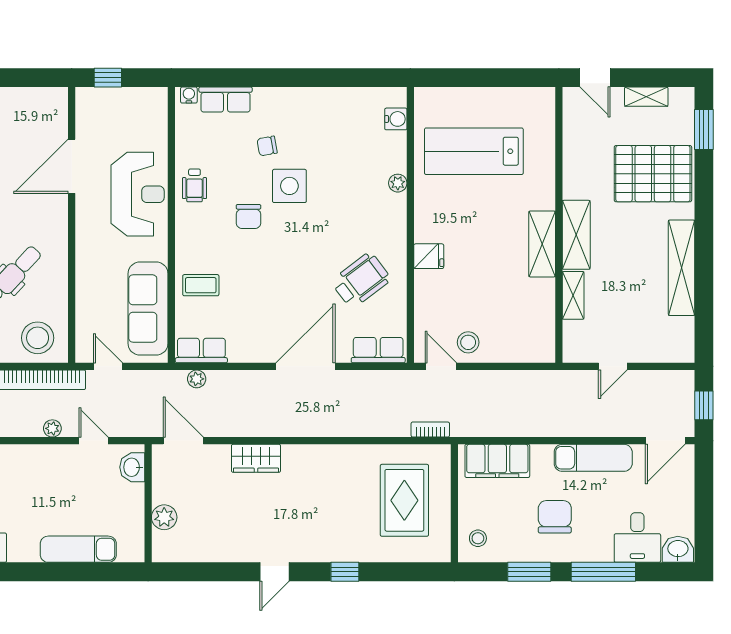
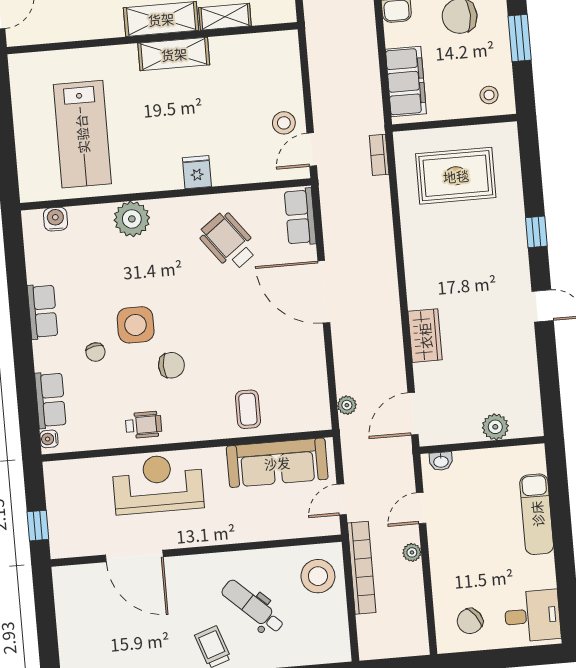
plant: (398, 183) -> (132, 219), width x1.88, depth x1.88
row of seats: (201, 351) -> (42, 311), moved, turned 180
washbasin: (132, 467) -> (441, 461), width x0.72, depth x0.69

